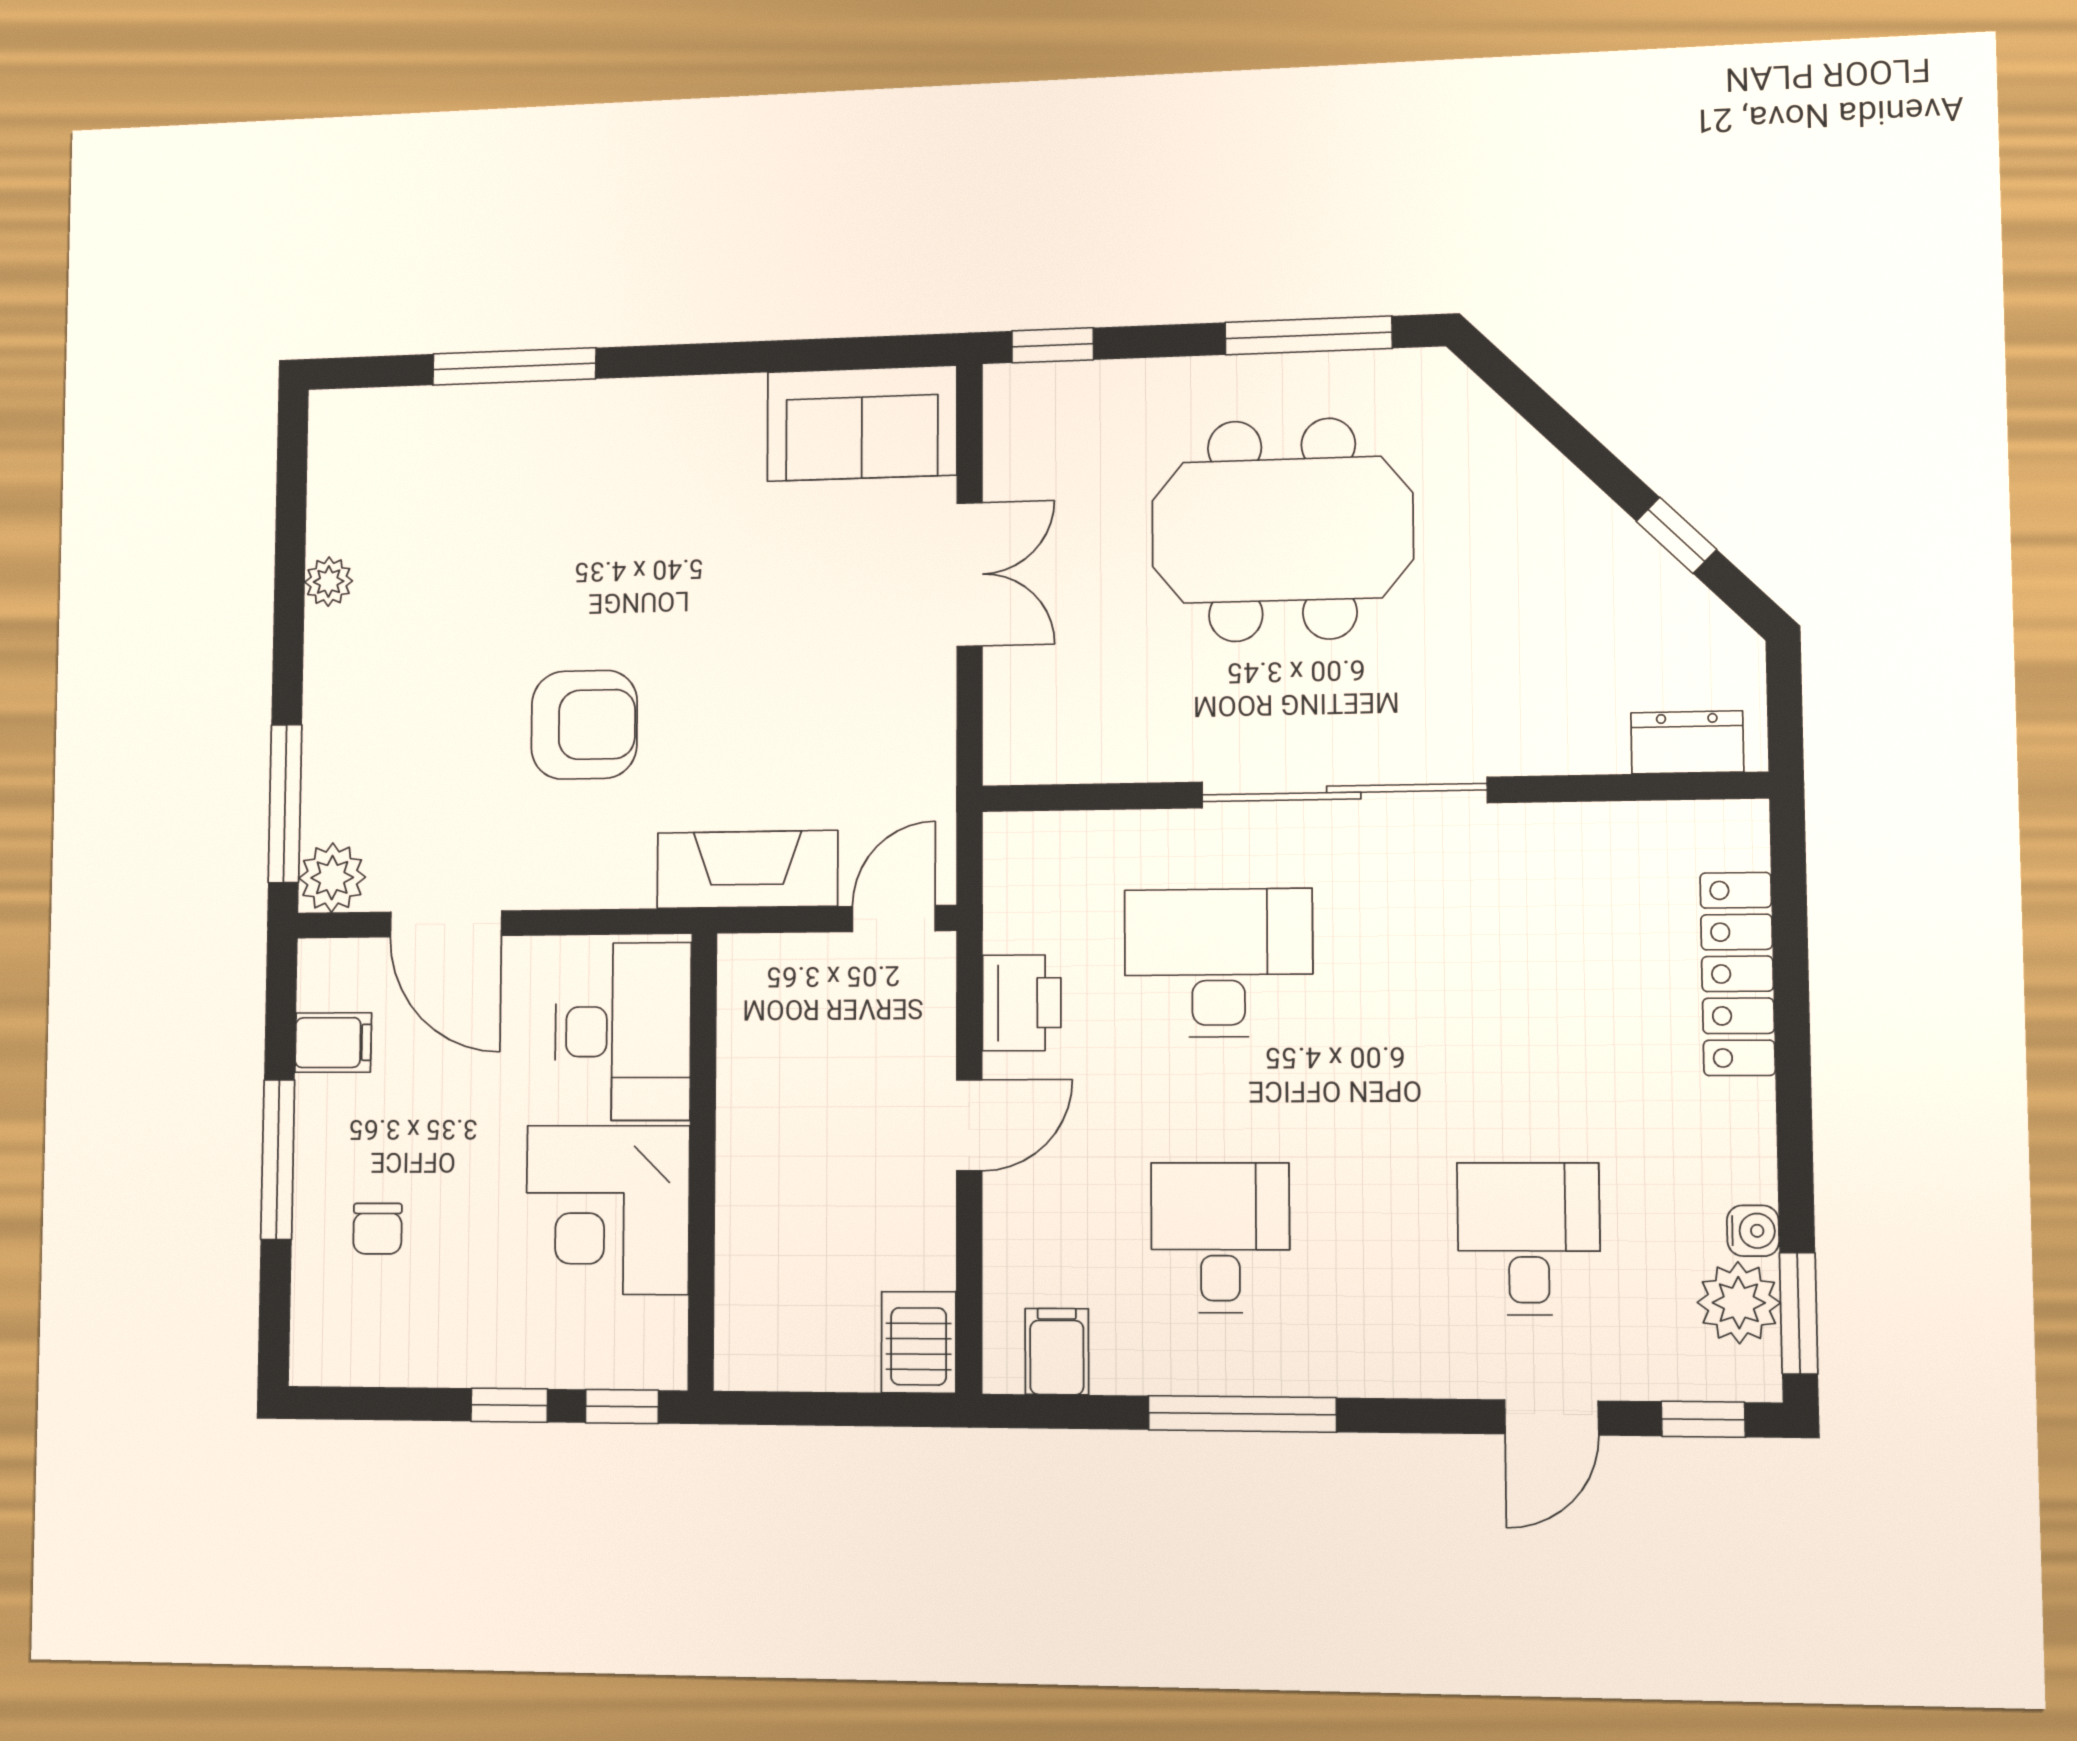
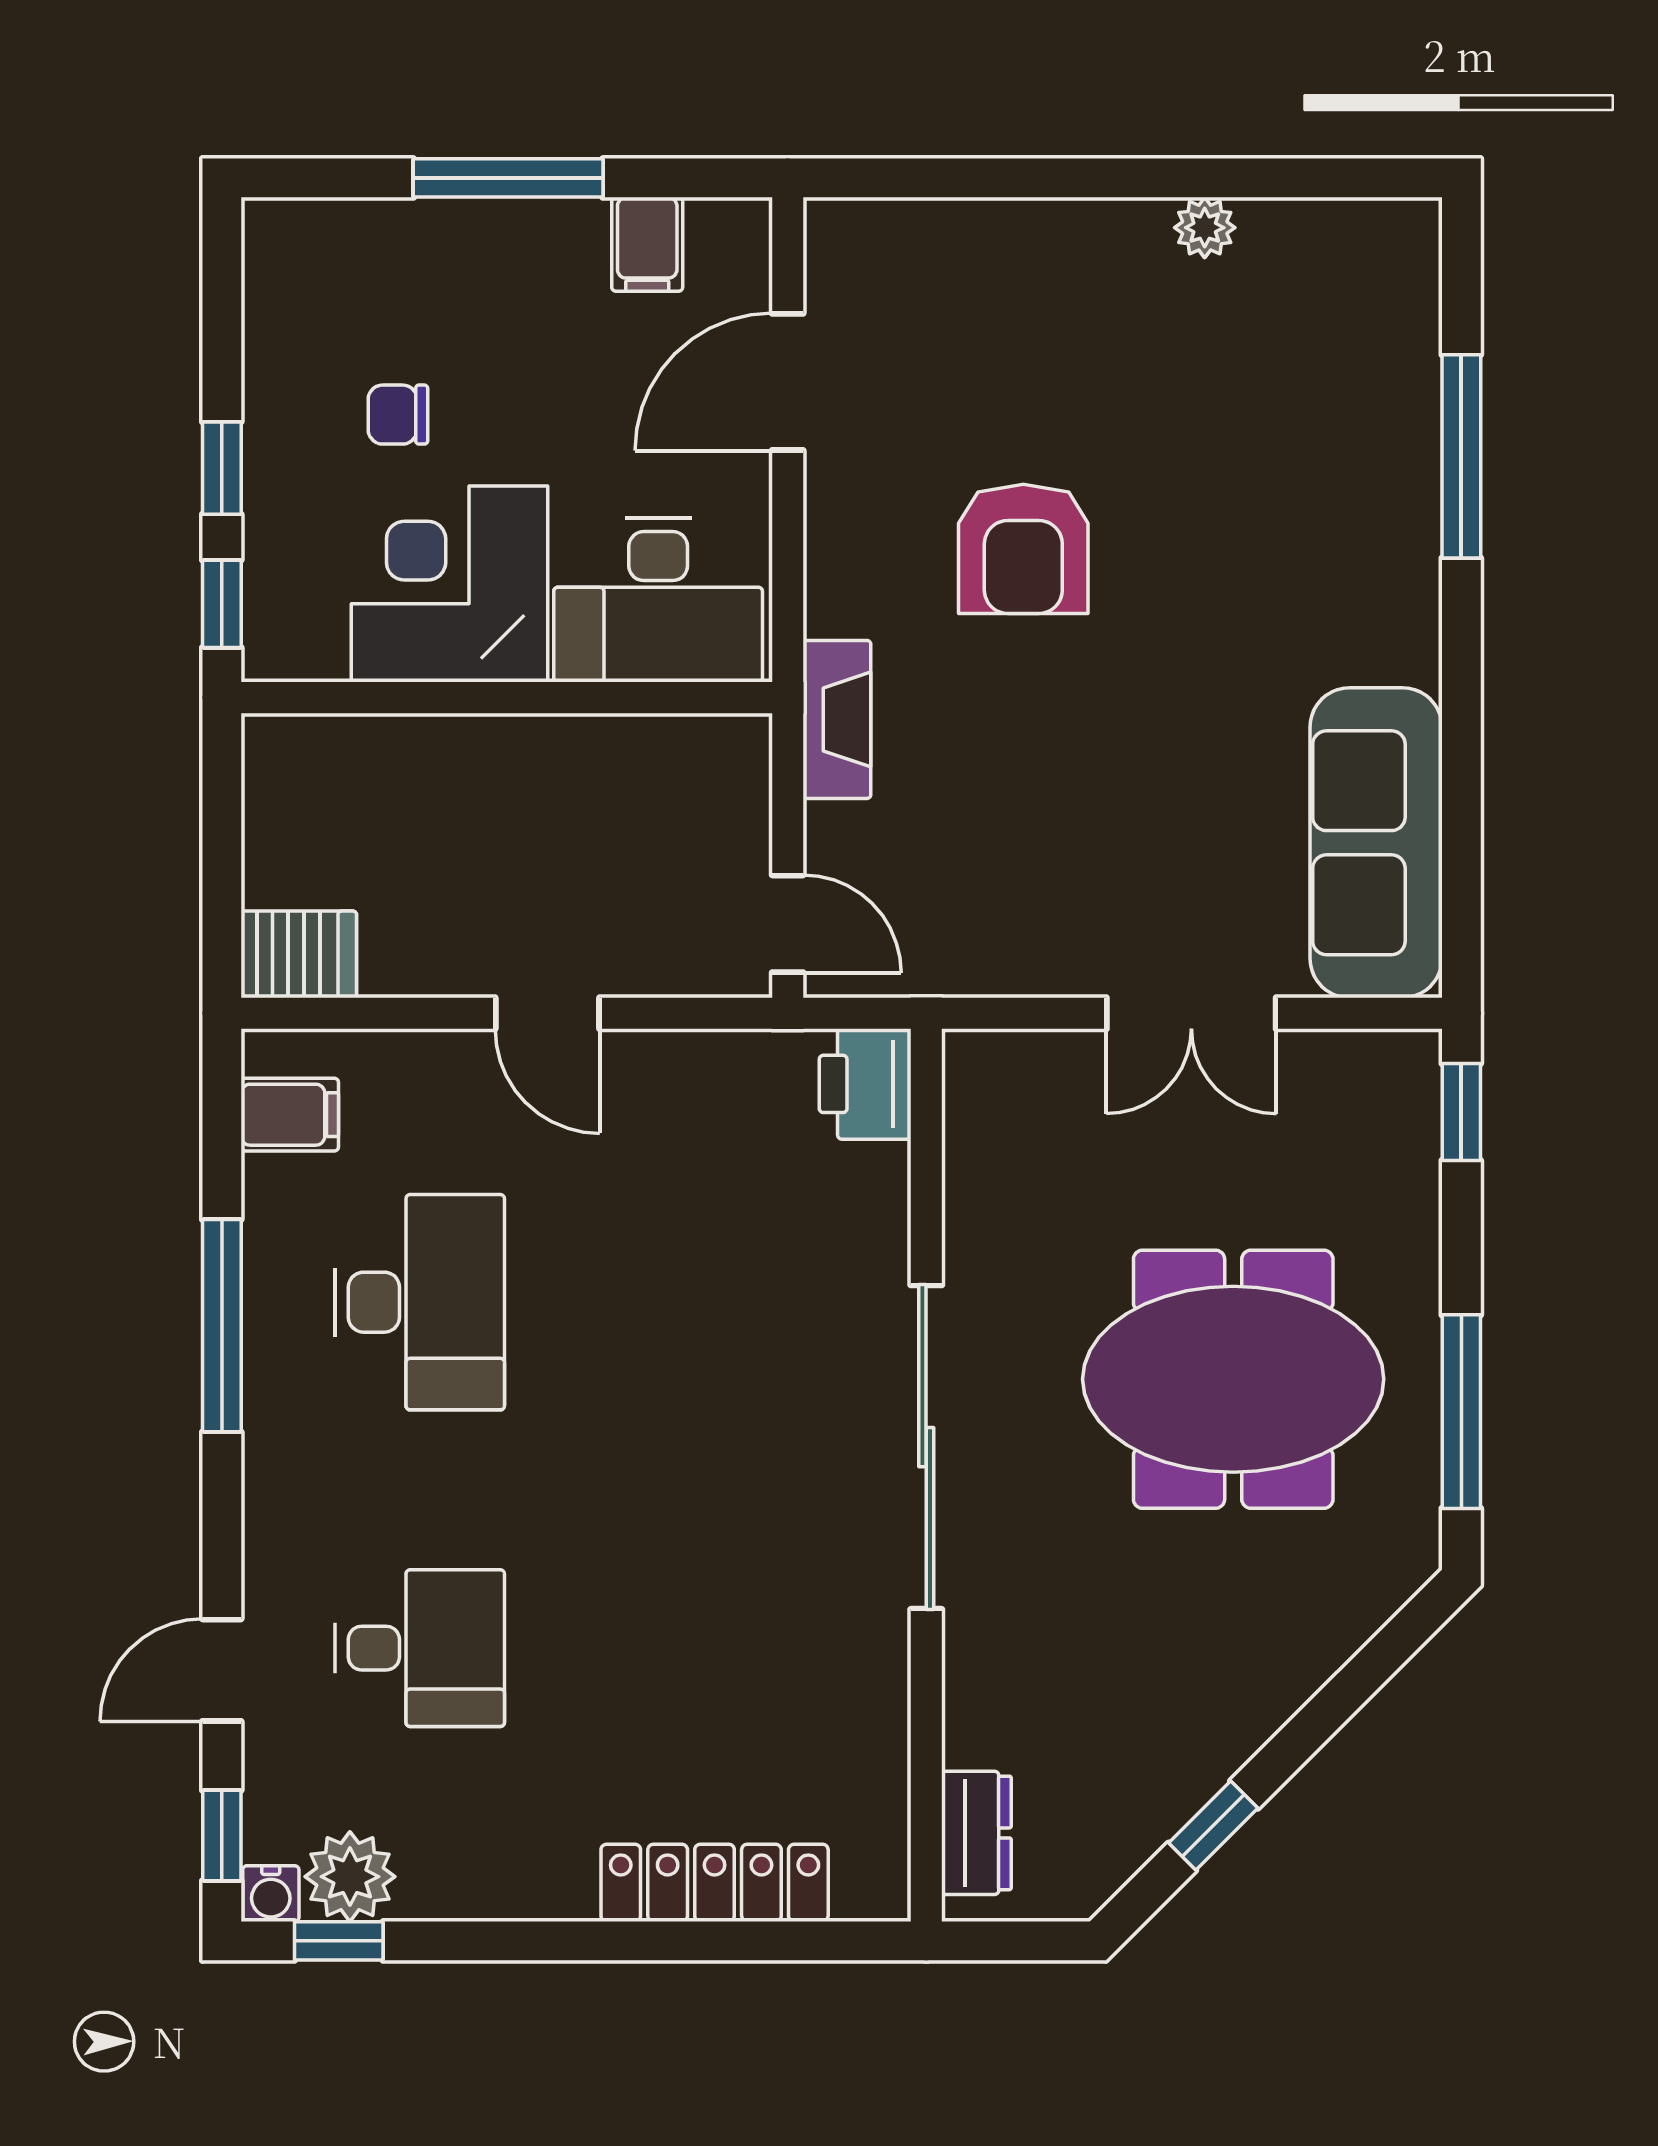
sofa: (862, 423) -> (1376, 843), width x1.36
meeting table: (1282, 530) -> (1233, 1379), turned 90
window: (285, 804) -> (935, 178), removed
fireplace: (747, 869) -> (837, 719), width x0.73, depth x0.76
plant: (332, 878) -> (845, 239), removed
desk: (1218, 963) -> (732, 1302), removed
printer: (1022, 1003) -> (865, 1084), moved, turned 90
chair: (378, 1229) -> (398, 415), moved
water cooler: (1753, 1231) -> (271, 1894), moved
desk: (1220, 1238) -> (420, 1302), width x1.37
window: (1799, 1313) -> (339, 1941), width x0.67
door: (1552, 1417) -> (222, 1670), hinge flipped

